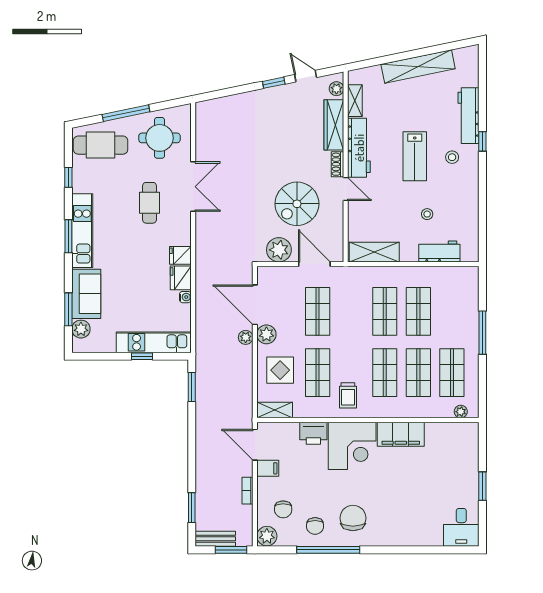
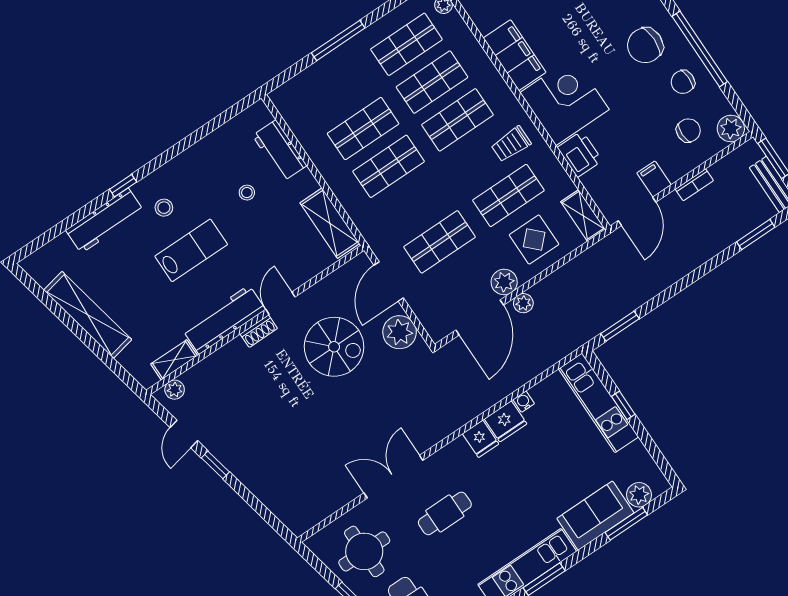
wardrobe: (334, 125) -> (217, 365), removed
trolley: (348, 395) -> (511, 144), turned 180
chair: (315, 526) -> (683, 82), turned 180

